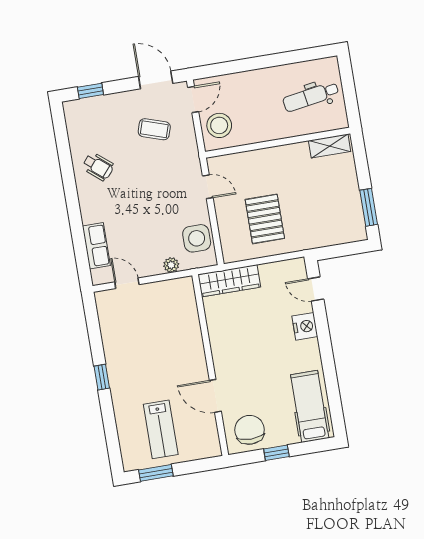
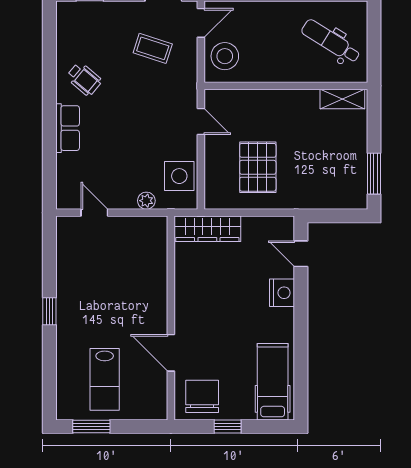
dental chair: (311, 97) -> (331, 41), turned 41
row of seats: (96, 246) -> (68, 128), moved

